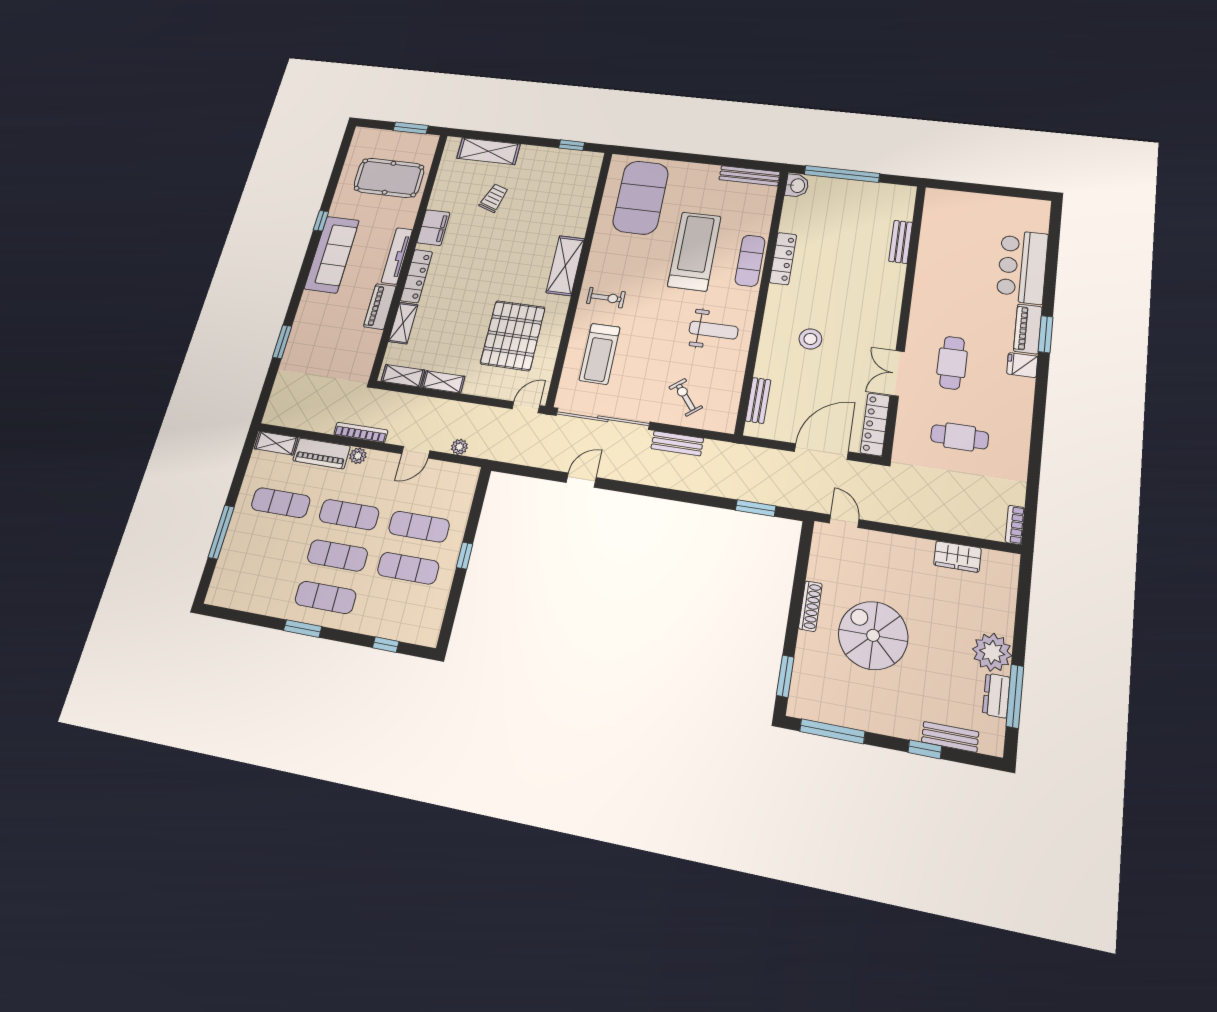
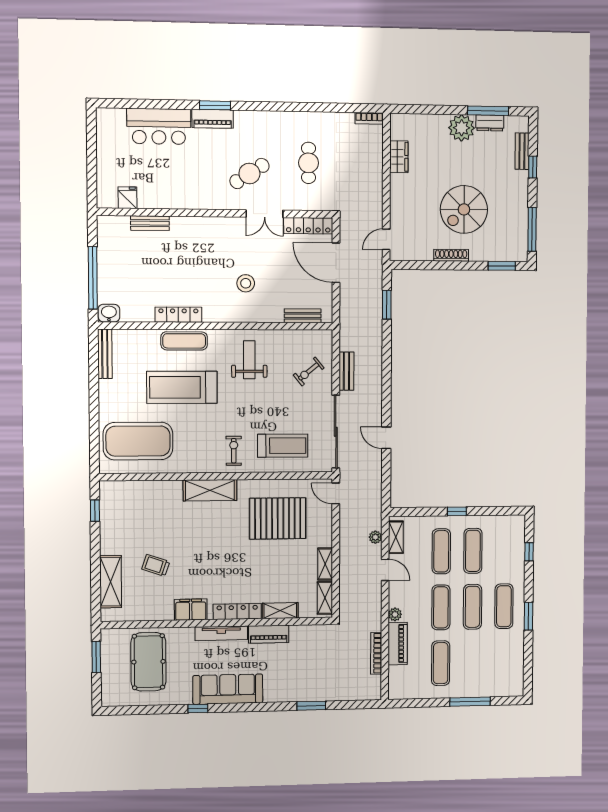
cafe table: (952, 363) -> (249, 173), turned -33
fridge: (1022, 365) -> (128, 198), moved, turned 180
bookcase: (361, 432) -> (376, 653), moved
shelving: (276, 443) -> (396, 537), moved

